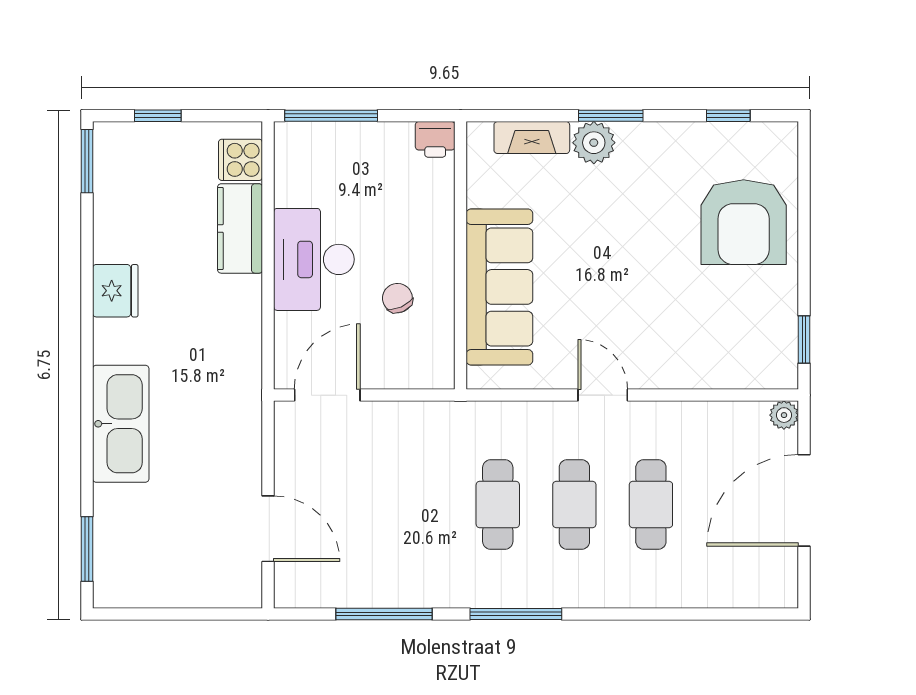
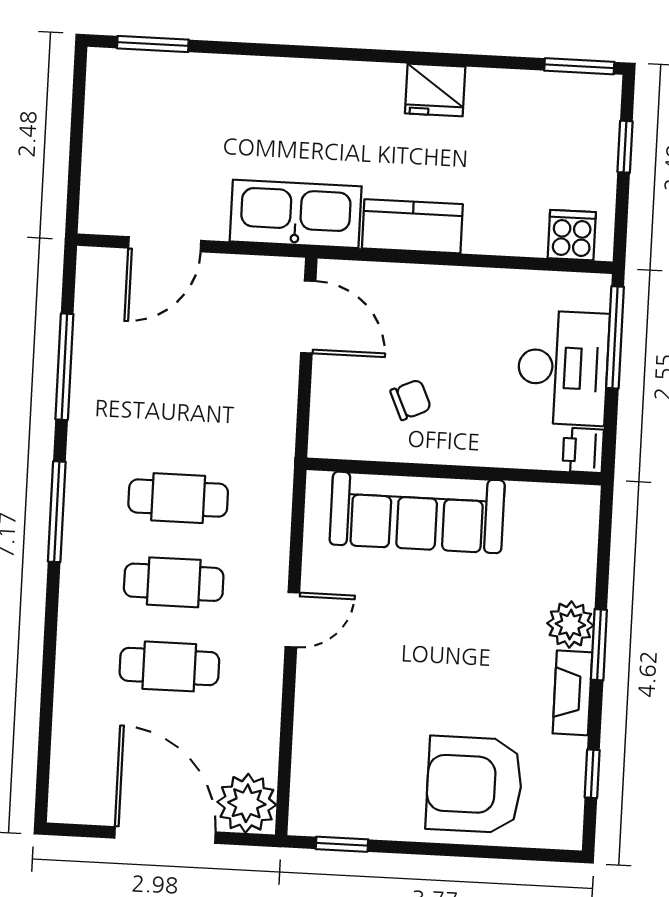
fireplace: (532, 138) -> (572, 693), moved
kitchen counter: (240, 228) -> (412, 226), moved
desk: (314, 259) -> (563, 368), moved, turned 90
plant: (784, 415) -> (247, 803), width x1.88, depth x1.88
kitchen sink: (121, 424) -> (296, 214), moved, turned 180

